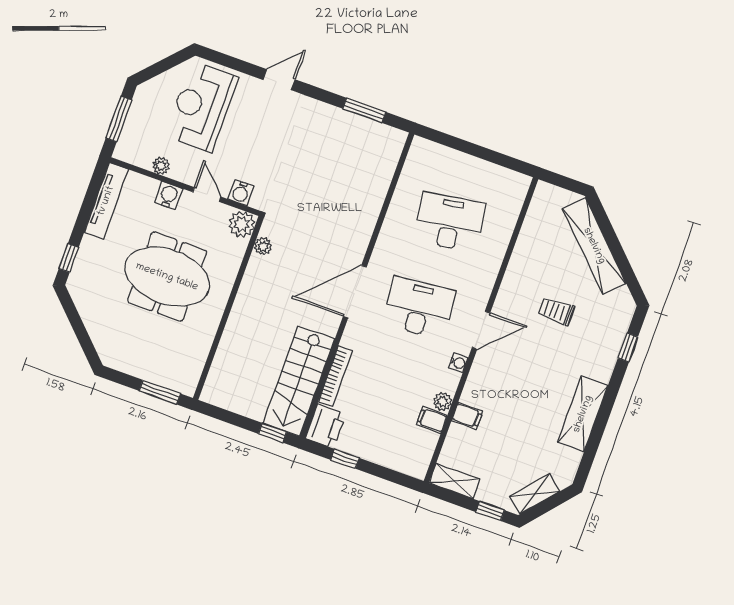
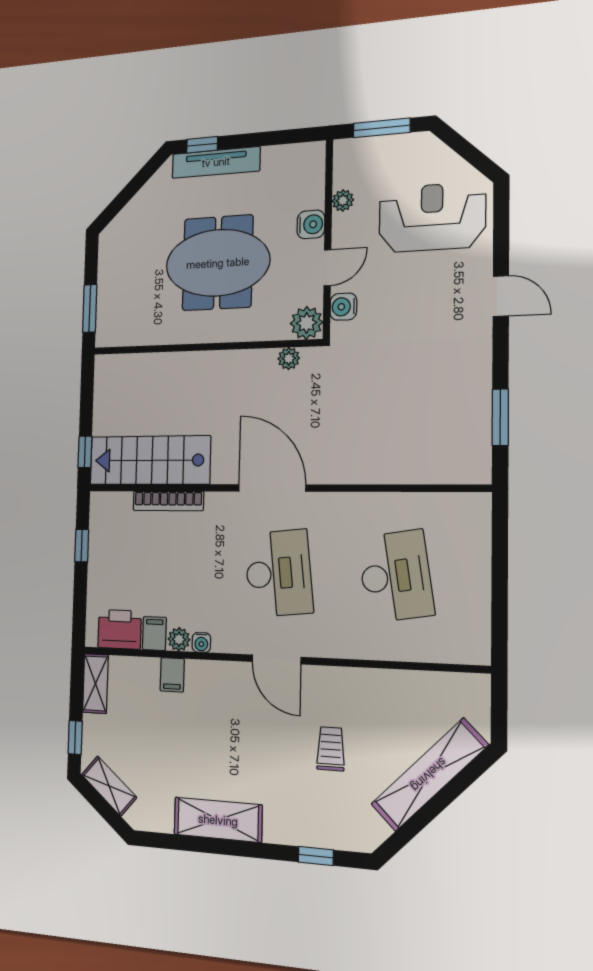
tv unit: (106, 201) -> (216, 162), moved
meeting table: (167, 277) -> (218, 263), turned 90
water cooler: (458, 363) -> (201, 642), moved
printer: (326, 426) -> (120, 629), moved, turned 180

